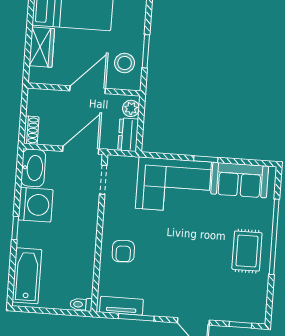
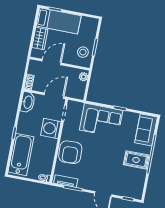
door: (88, 90) -> (51, 62), moved
dresser: (128, 135) -> (80, 90), removed
sofa: (240, 180) -> (146, 130), moved, turned 90
washing machine: (36, 205) -> (51, 128), moved, turned 180
armchair: (123, 251) -> (70, 152), width x1.88, depth x1.88
rug: (247, 251) -> (136, 160), turned 90
bathtub: (27, 276) -> (21, 154), width x1.36, depth x1.36

